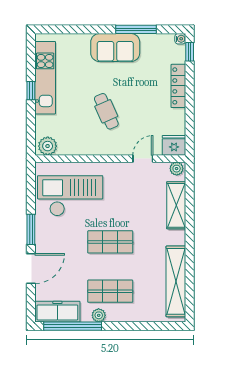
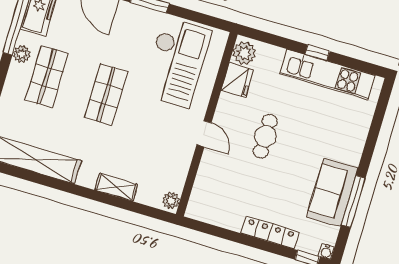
sofa: (115, 48) -> (332, 193), moved
cafe table: (106, 111) -> (265, 136), turned -66
fridge: (174, 145) -> (237, 80), moved
door: (143, 159) -> (204, 134), moved
shelving: (176, 205) -> (116, 187), width x0.67, depth x0.75

